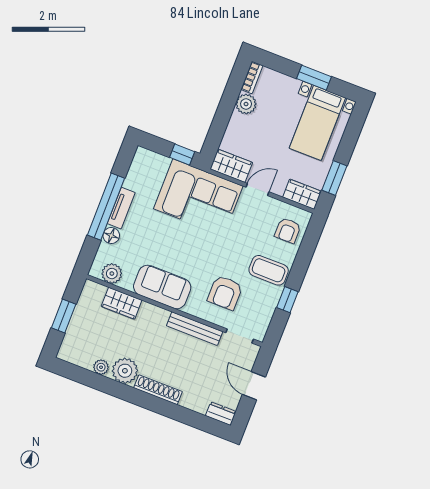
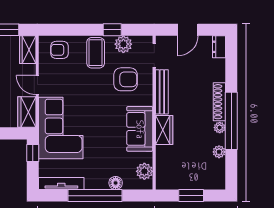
tv unit: (121, 208) -> (61, 183), moved, width x1.41
armchair: (288, 230) -> (59, 50), turned 180
wardrobe: (122, 303) -> (164, 130), moved
plant: (266, 306) -> (123, 44), added
plant: (125, 371) -> (220, 128), width x0.53, depth x0.53
window: (131, 395) -> (231, 121), added

